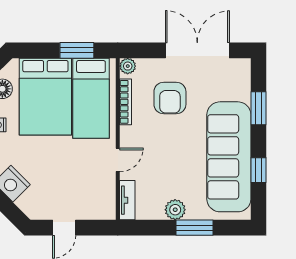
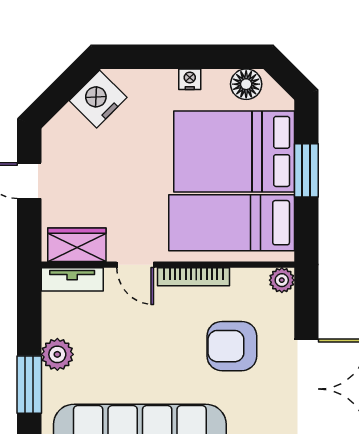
window: (77, 50) -> (306, 170), moved
bookcase: (126, 102) -> (193, 277), moved
wardrobe: (105, 197) -> (77, 245), added

